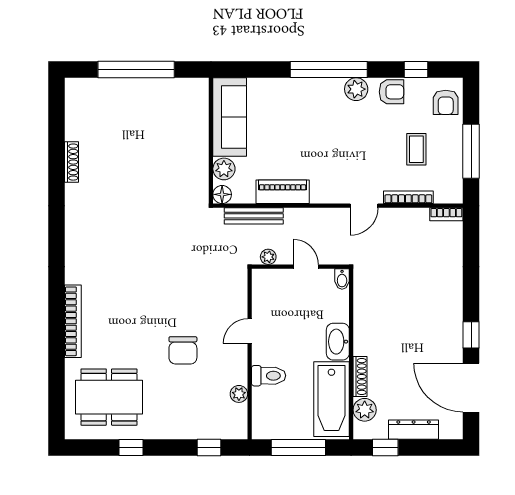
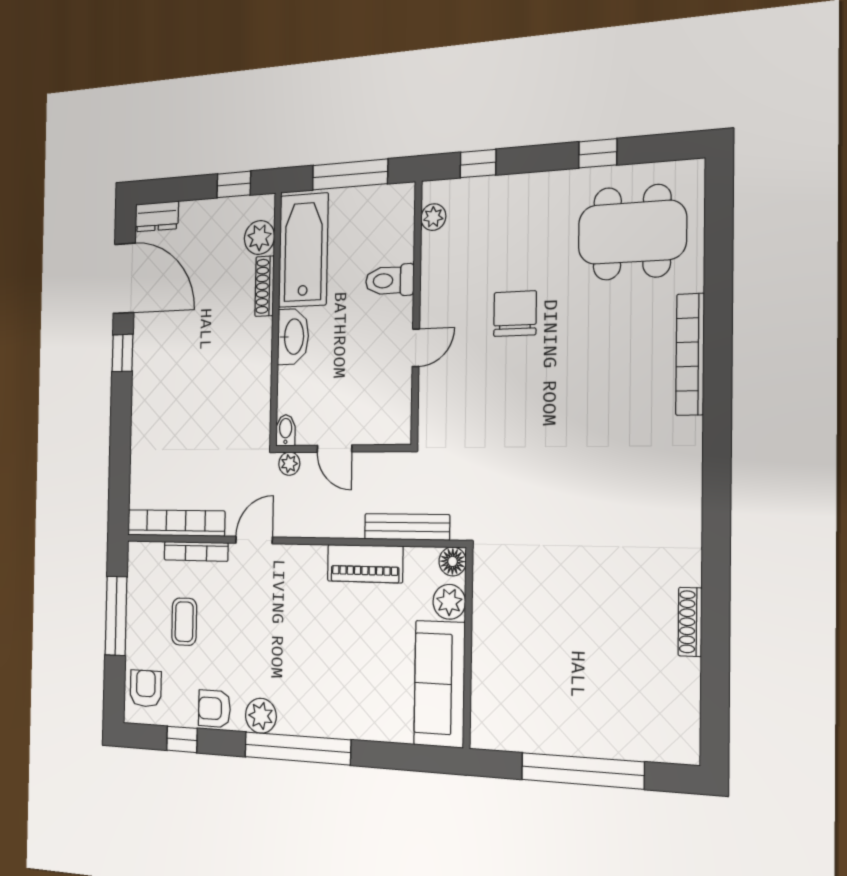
bookcase: (446, 214) -> (176, 523), width x2.31, depth x1.31
plant: (268, 257) -> (289, 464), moved
plant: (239, 394) -> (433, 217), moved
dresser: (414, 430) -> (157, 216), moved, width x0.70

